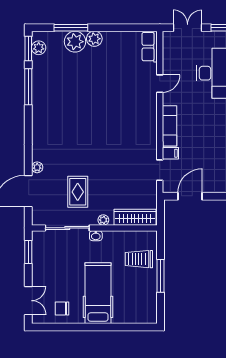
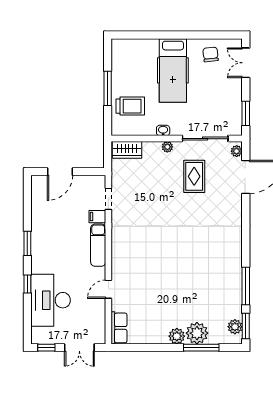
plant: (37, 167) -> (237, 151), moved
door: (190, 196) -> (60, 172), moved
wardrobe: (135, 217) -> (127, 150), width x0.67
washbasin: (96, 236) -> (163, 130), moved
chair: (62, 309) -> (211, 54), turned -96

